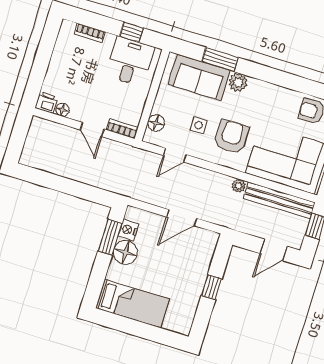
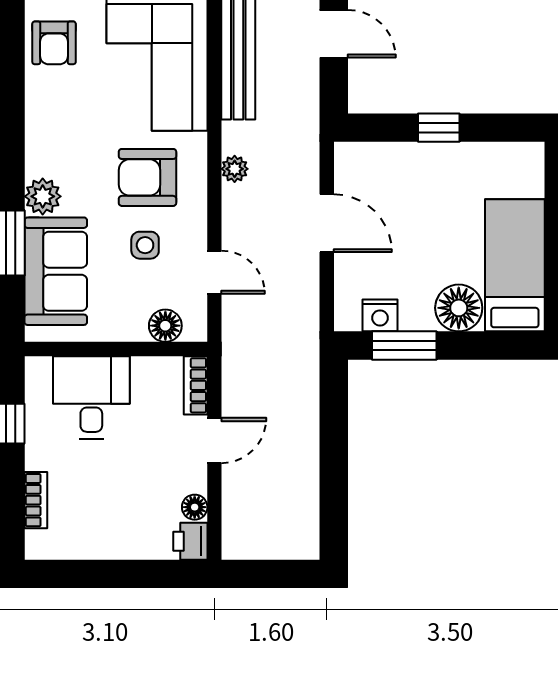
desk: (130, 61) -> (91, 397), moved, turned 90
plant: (239, 186) -> (235, 169), moved
floor lamp: (125, 252) -> (459, 308), moved

